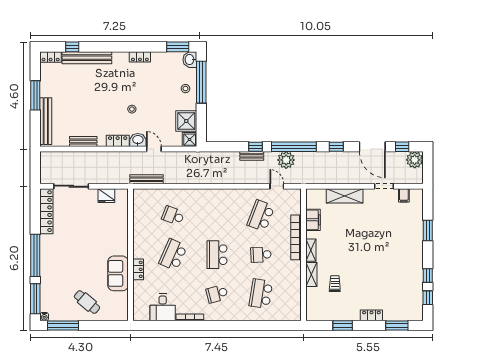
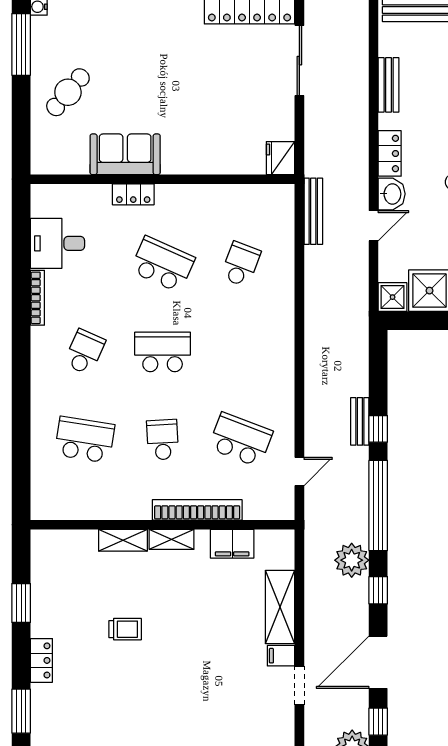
plant: (286, 160) -> (352, 560), moved
filing cabinet: (404, 195) -> (281, 656), moved
fridge: (106, 196) -> (281, 158), moved
trolley: (335, 284) -> (125, 629), moved
school desk: (217, 294) -> (85, 352), turned 39

